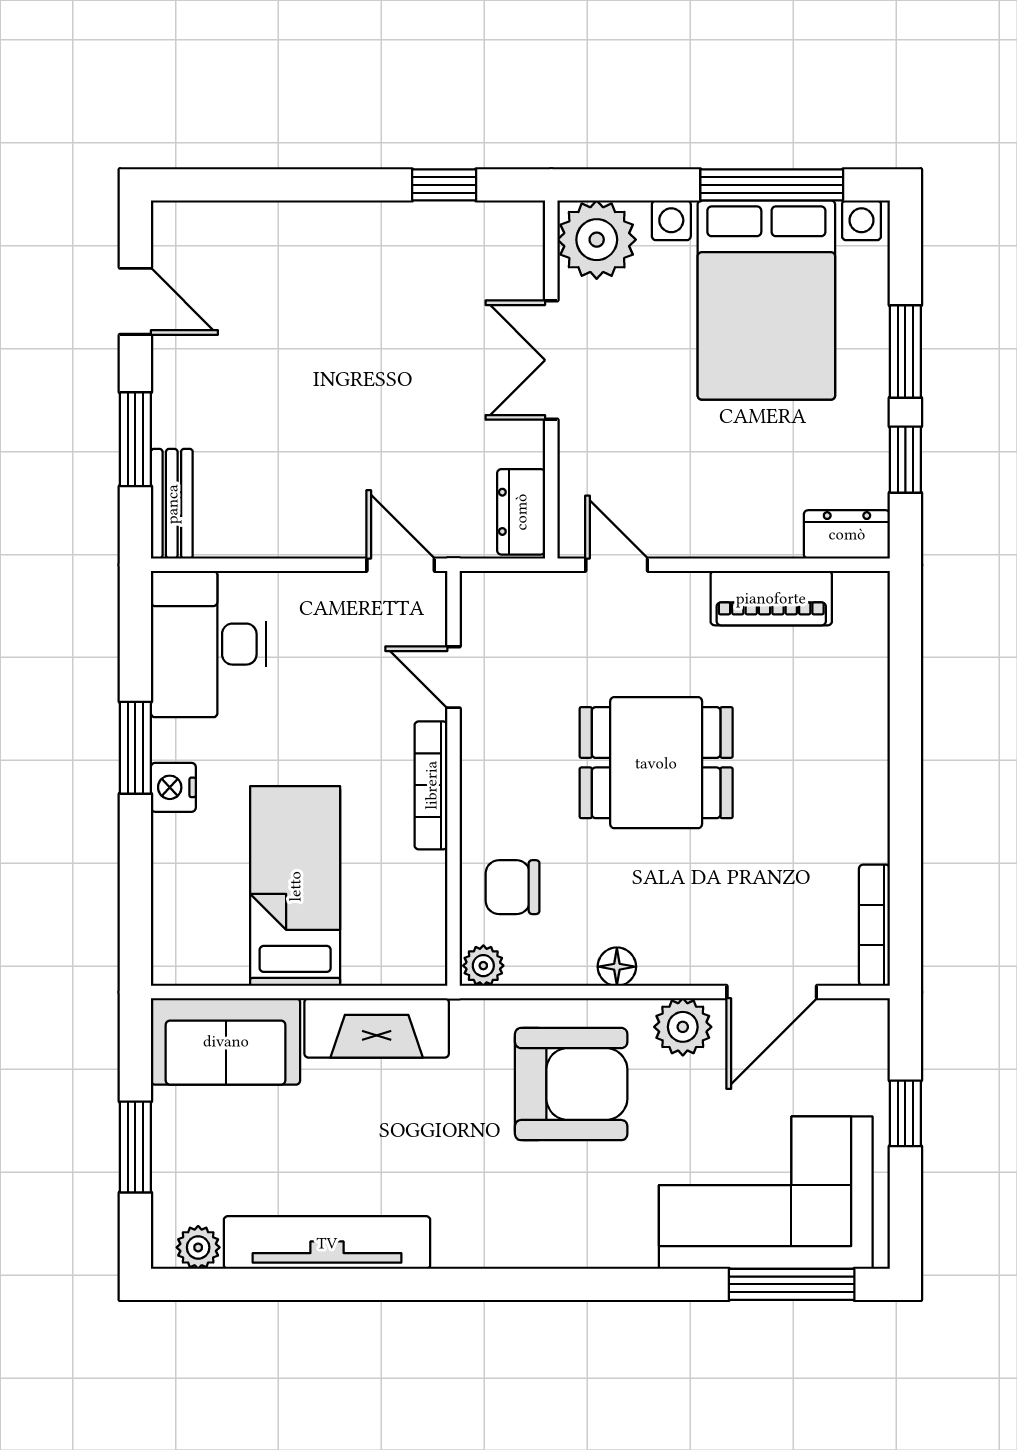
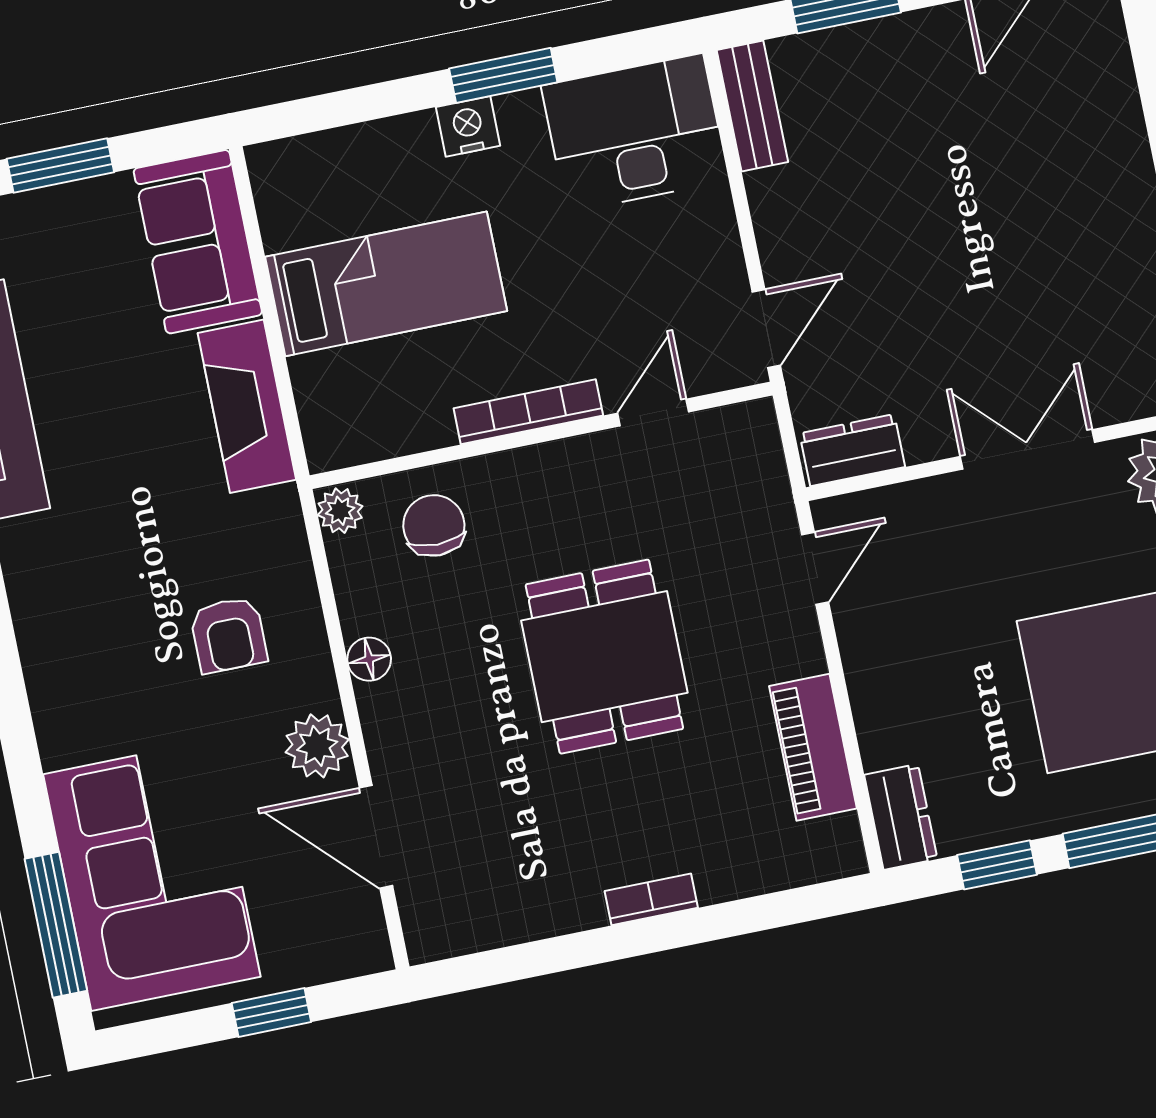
bench: (172, 504) -> (752, 106), moved, turned 90
bookcase: (874, 925) -> (651, 899), moved, width x0.64
armchair: (571, 1084) -> (229, 635), width x0.53, depth x0.53

